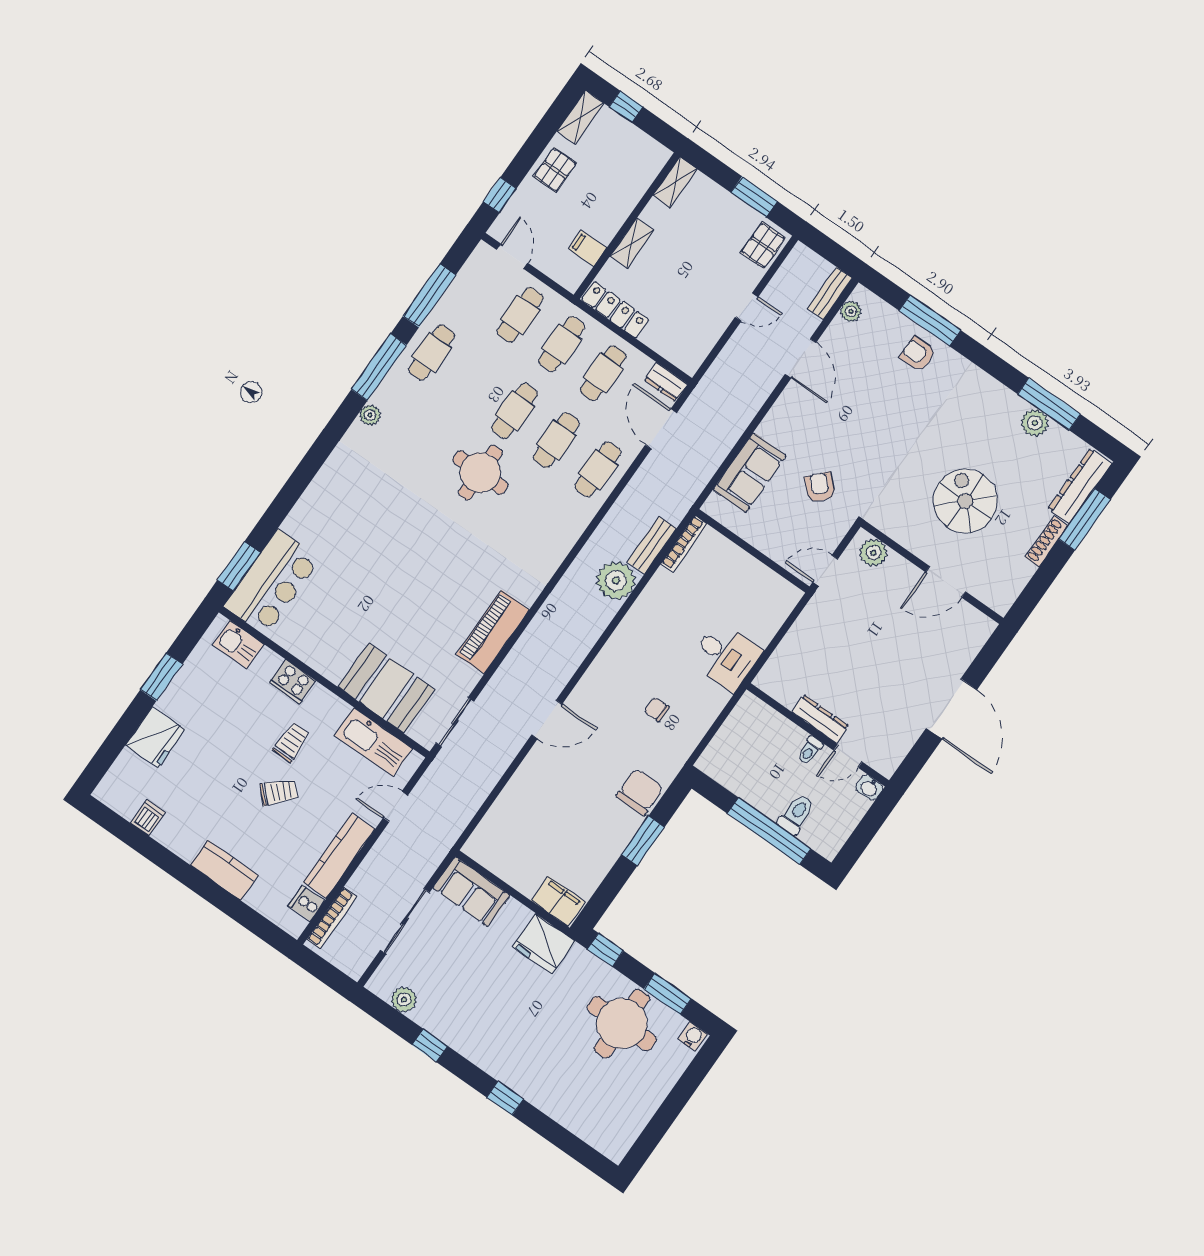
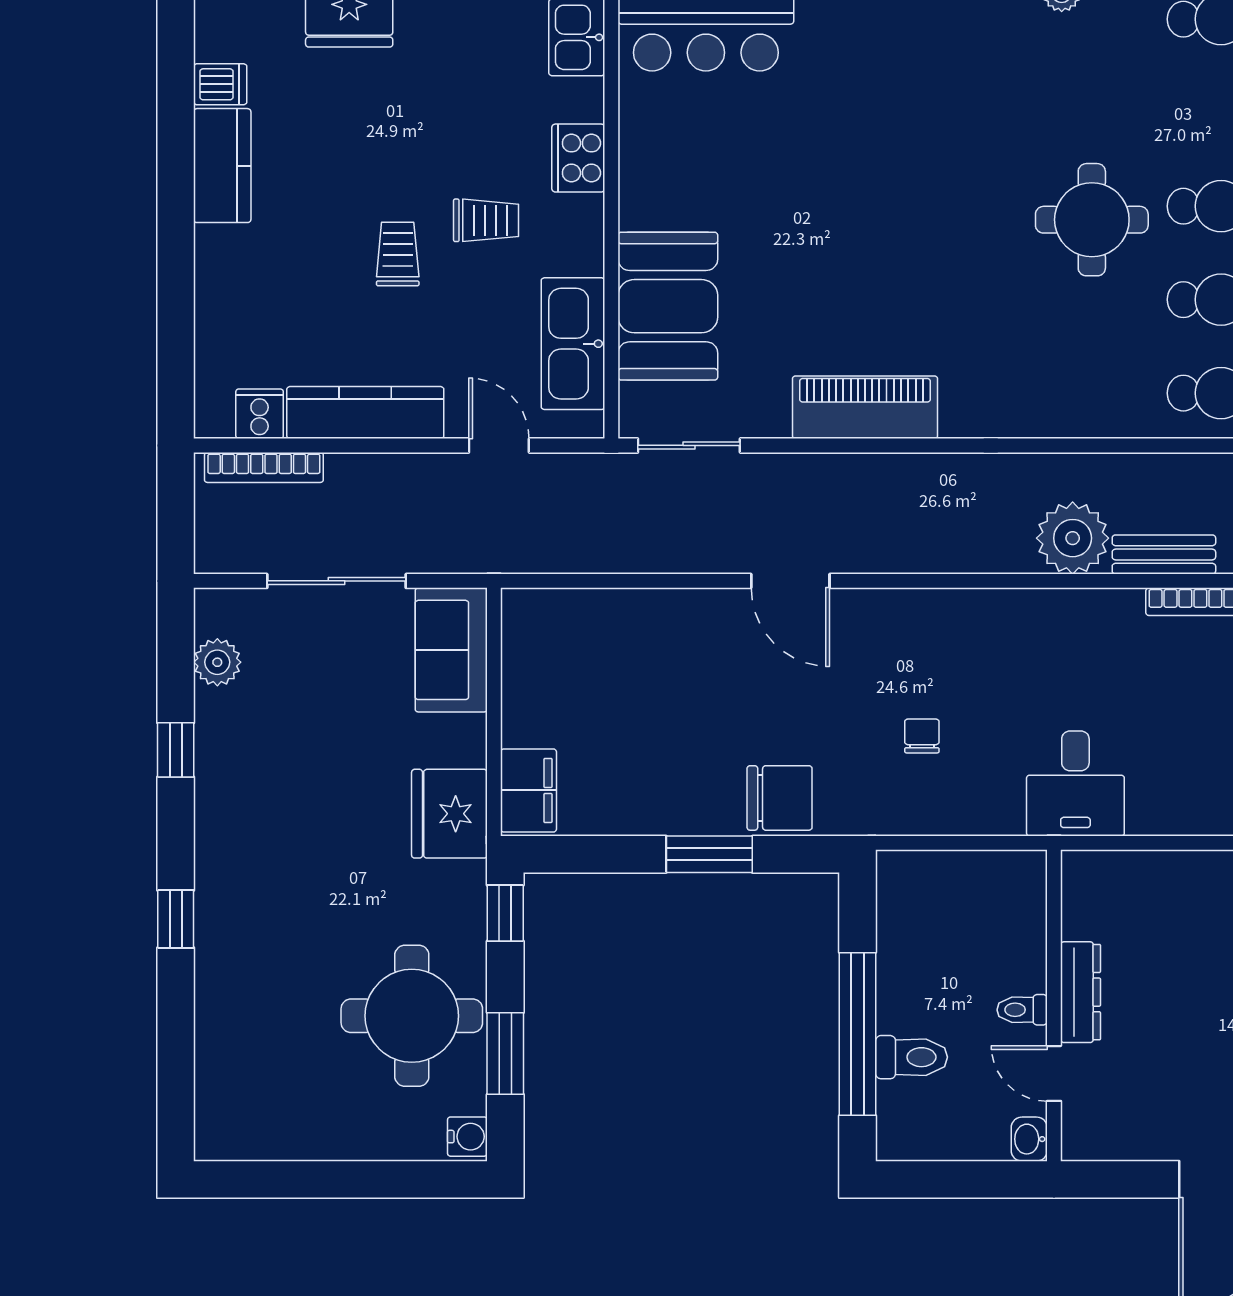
trolley: (279, 792) -> (398, 254), turned -135
kitchen counter: (224, 870) -> (222, 166), moved

